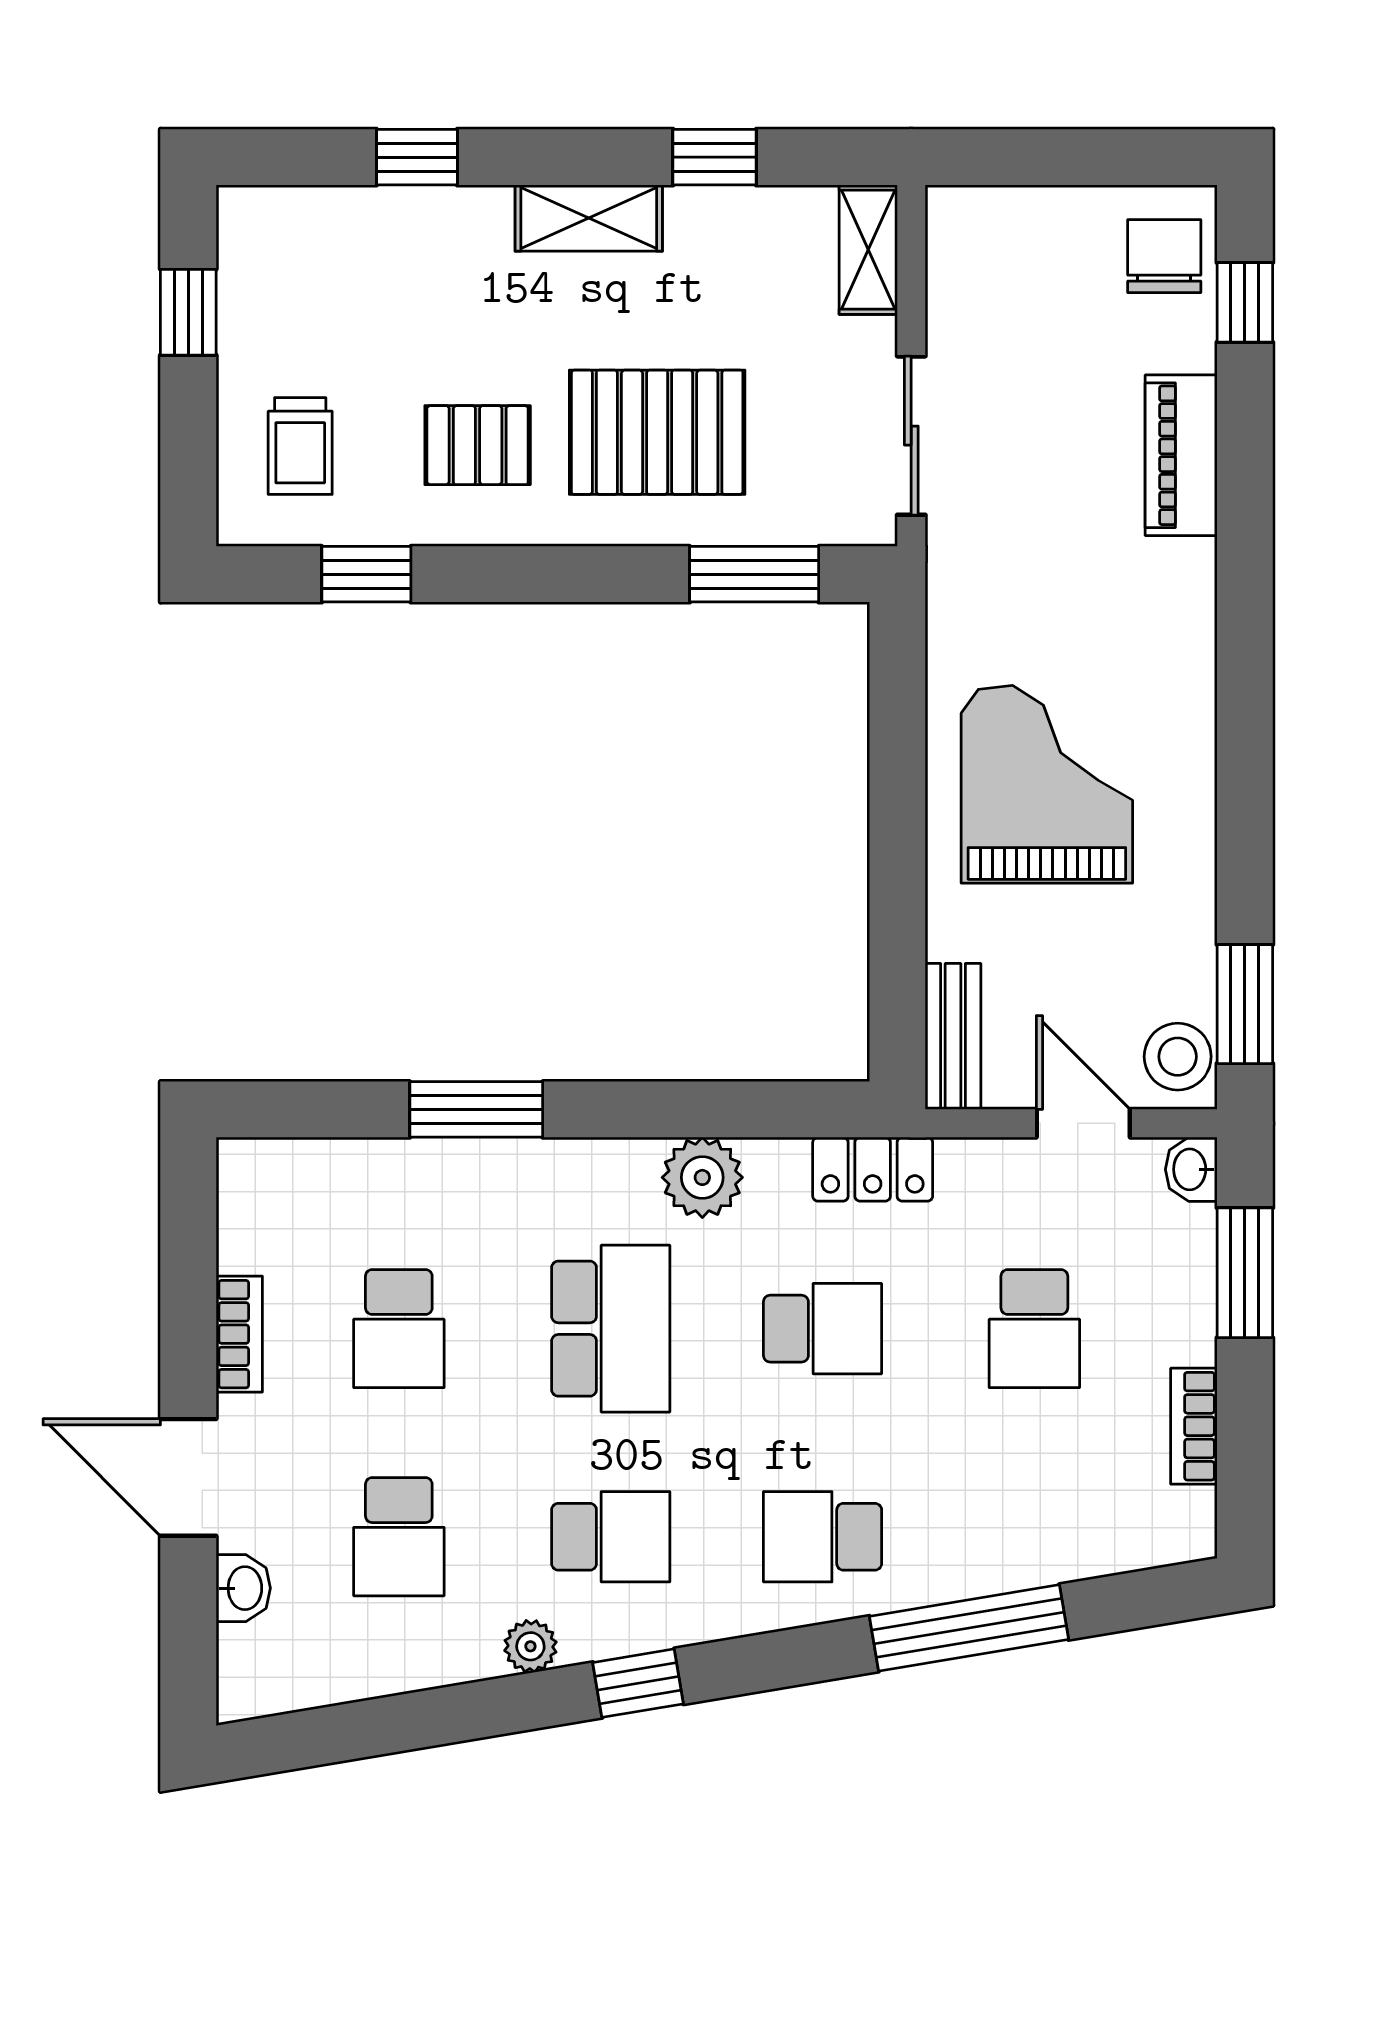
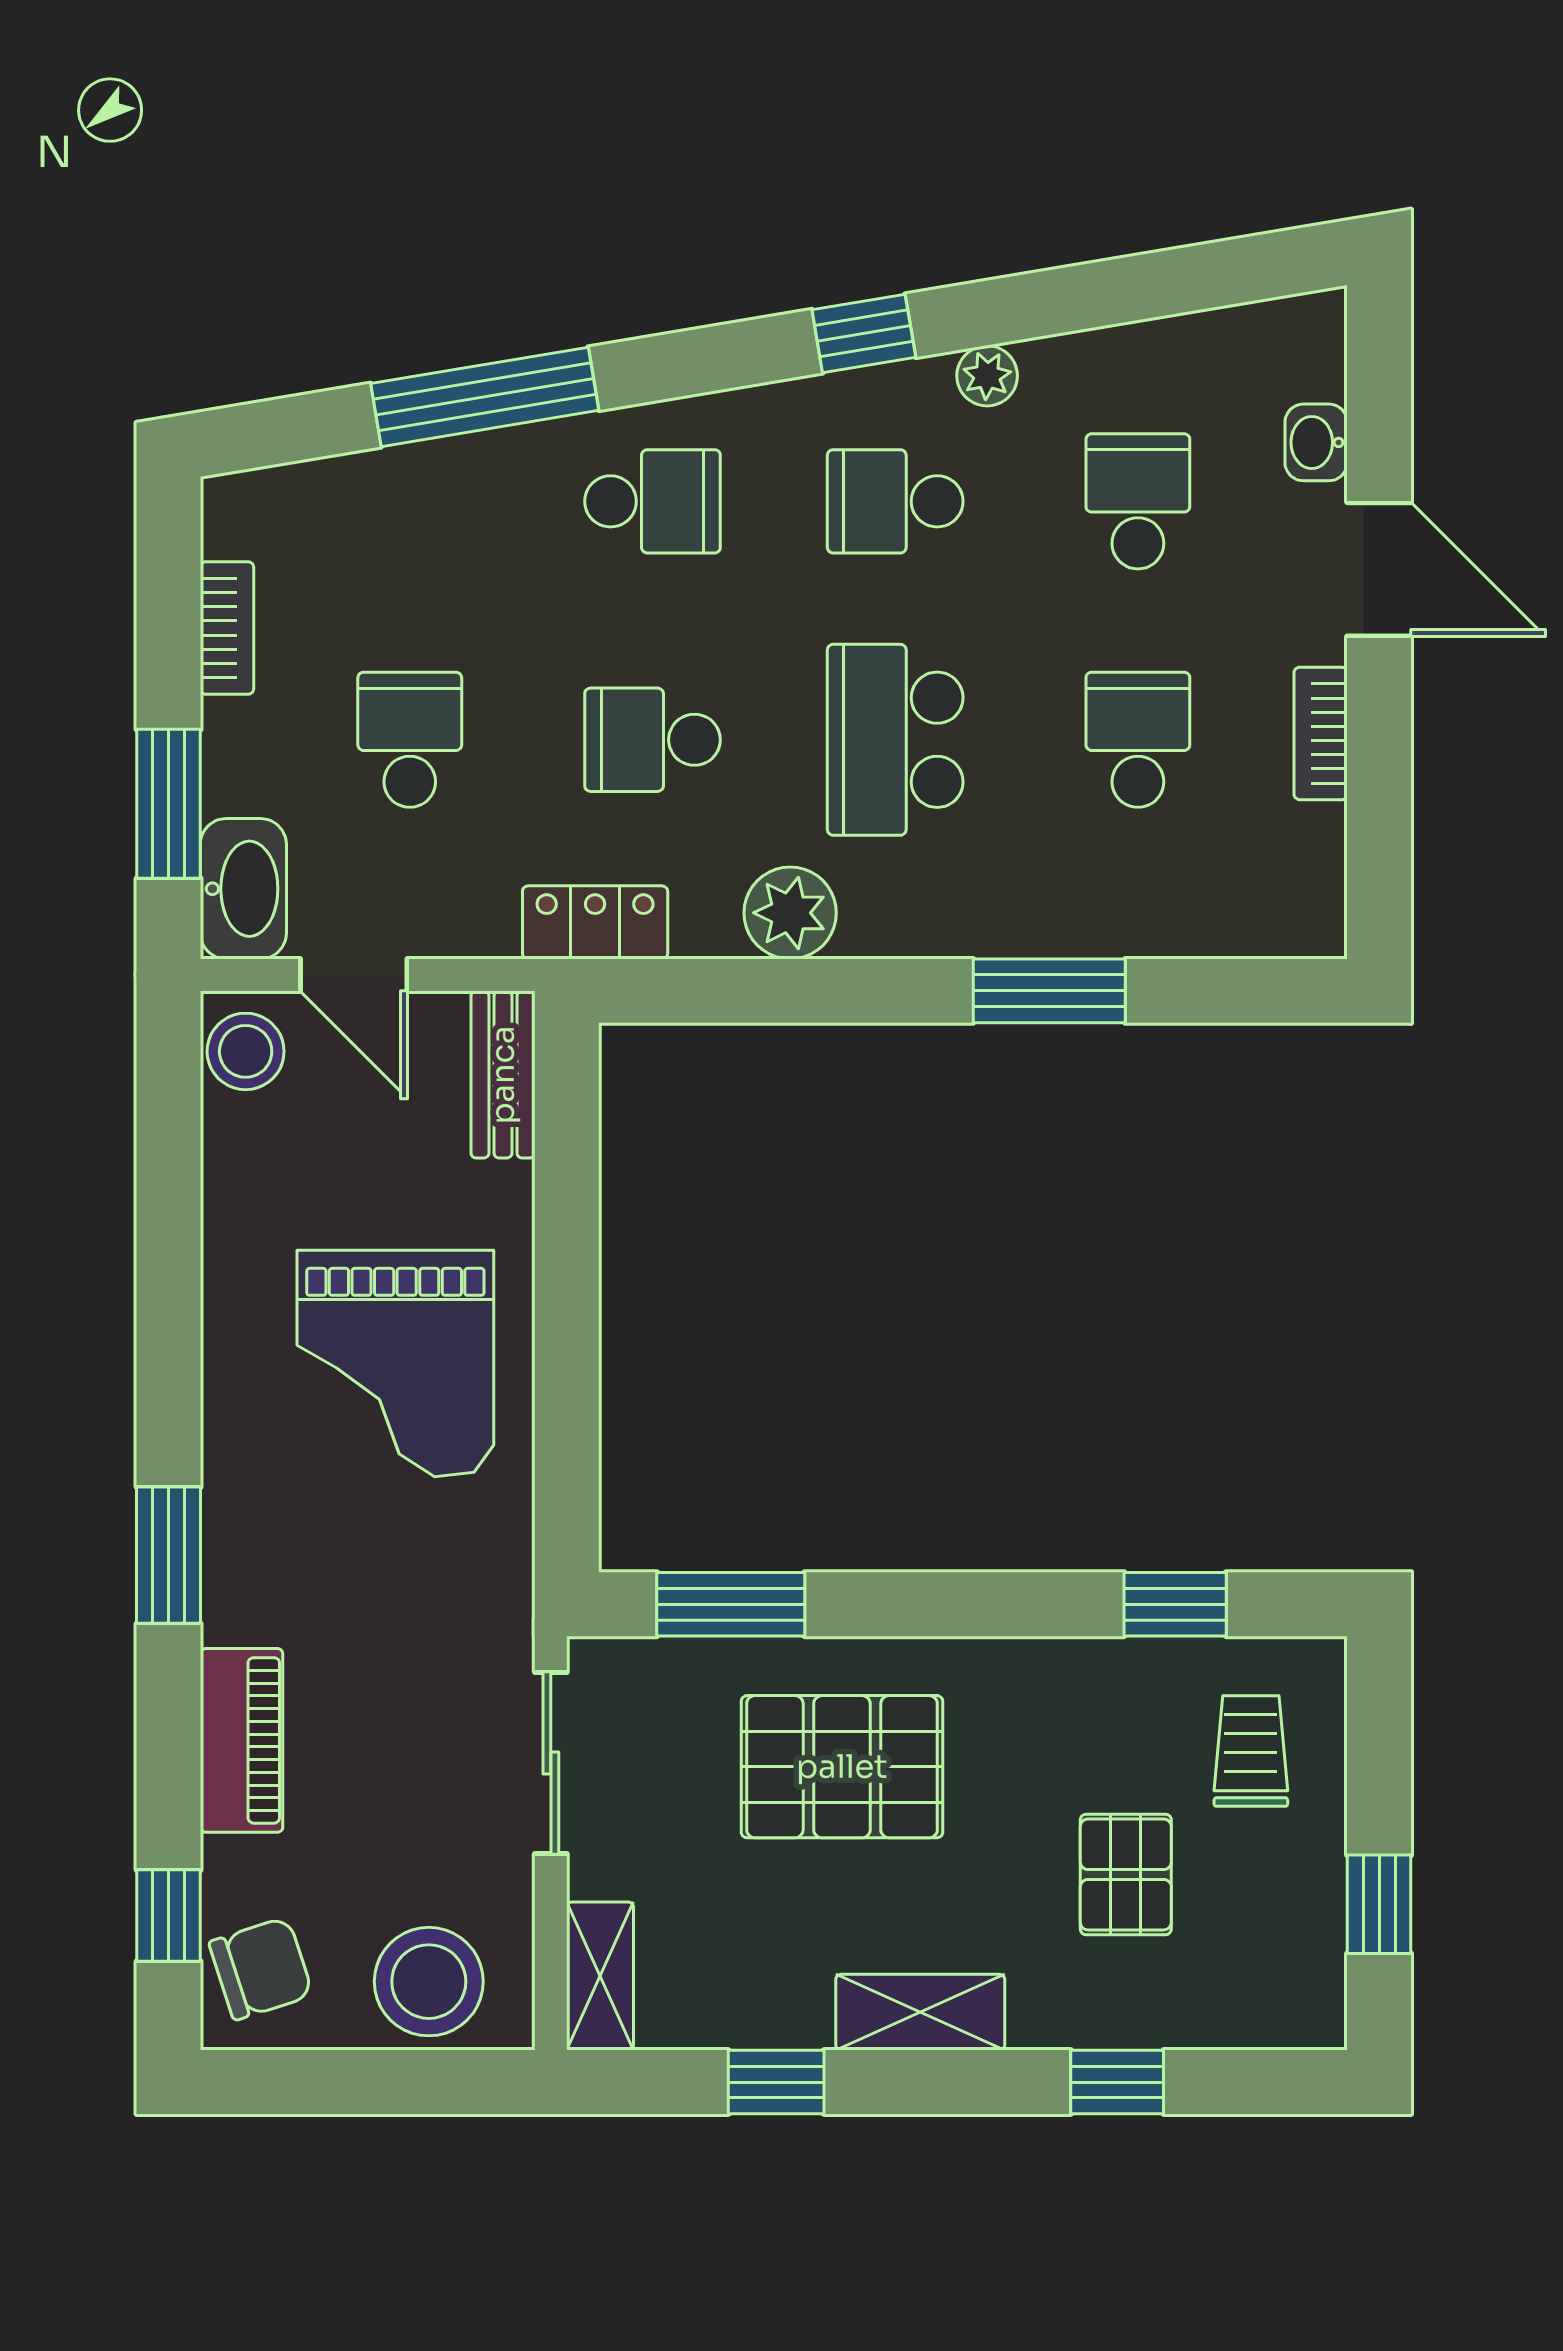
stool: (1018, 245) -> (429, 1982), added
chair: (1164, 256) -> (261, 1969), turned -108
pallet: (478, 445) -> (1126, 1874), moved, turned 90
window: (1245, 1004) -> (169, 1555), moved
washbasin: (1191, 1169) -> (243, 889), width x1.91, depth x1.45

